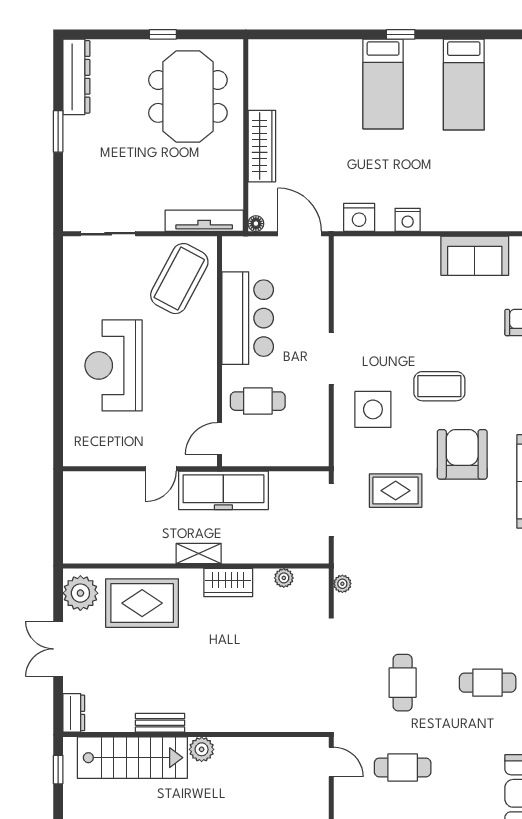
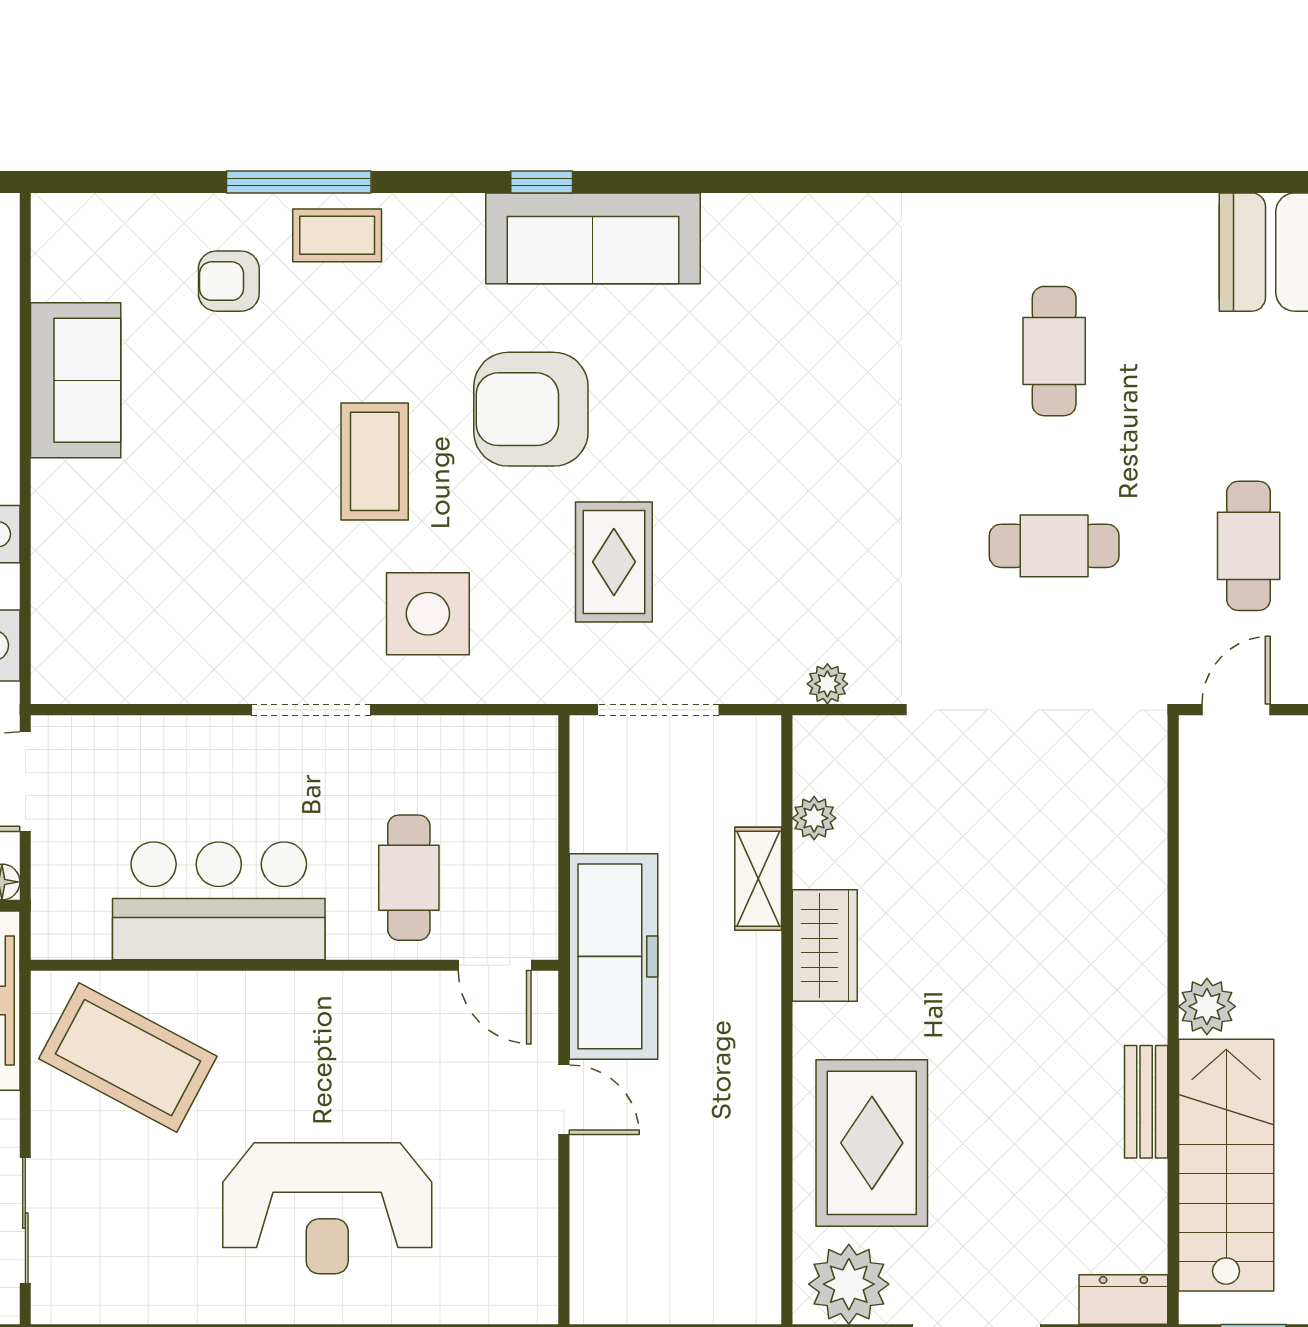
shelving: (199, 554) -> (758, 879), moved

